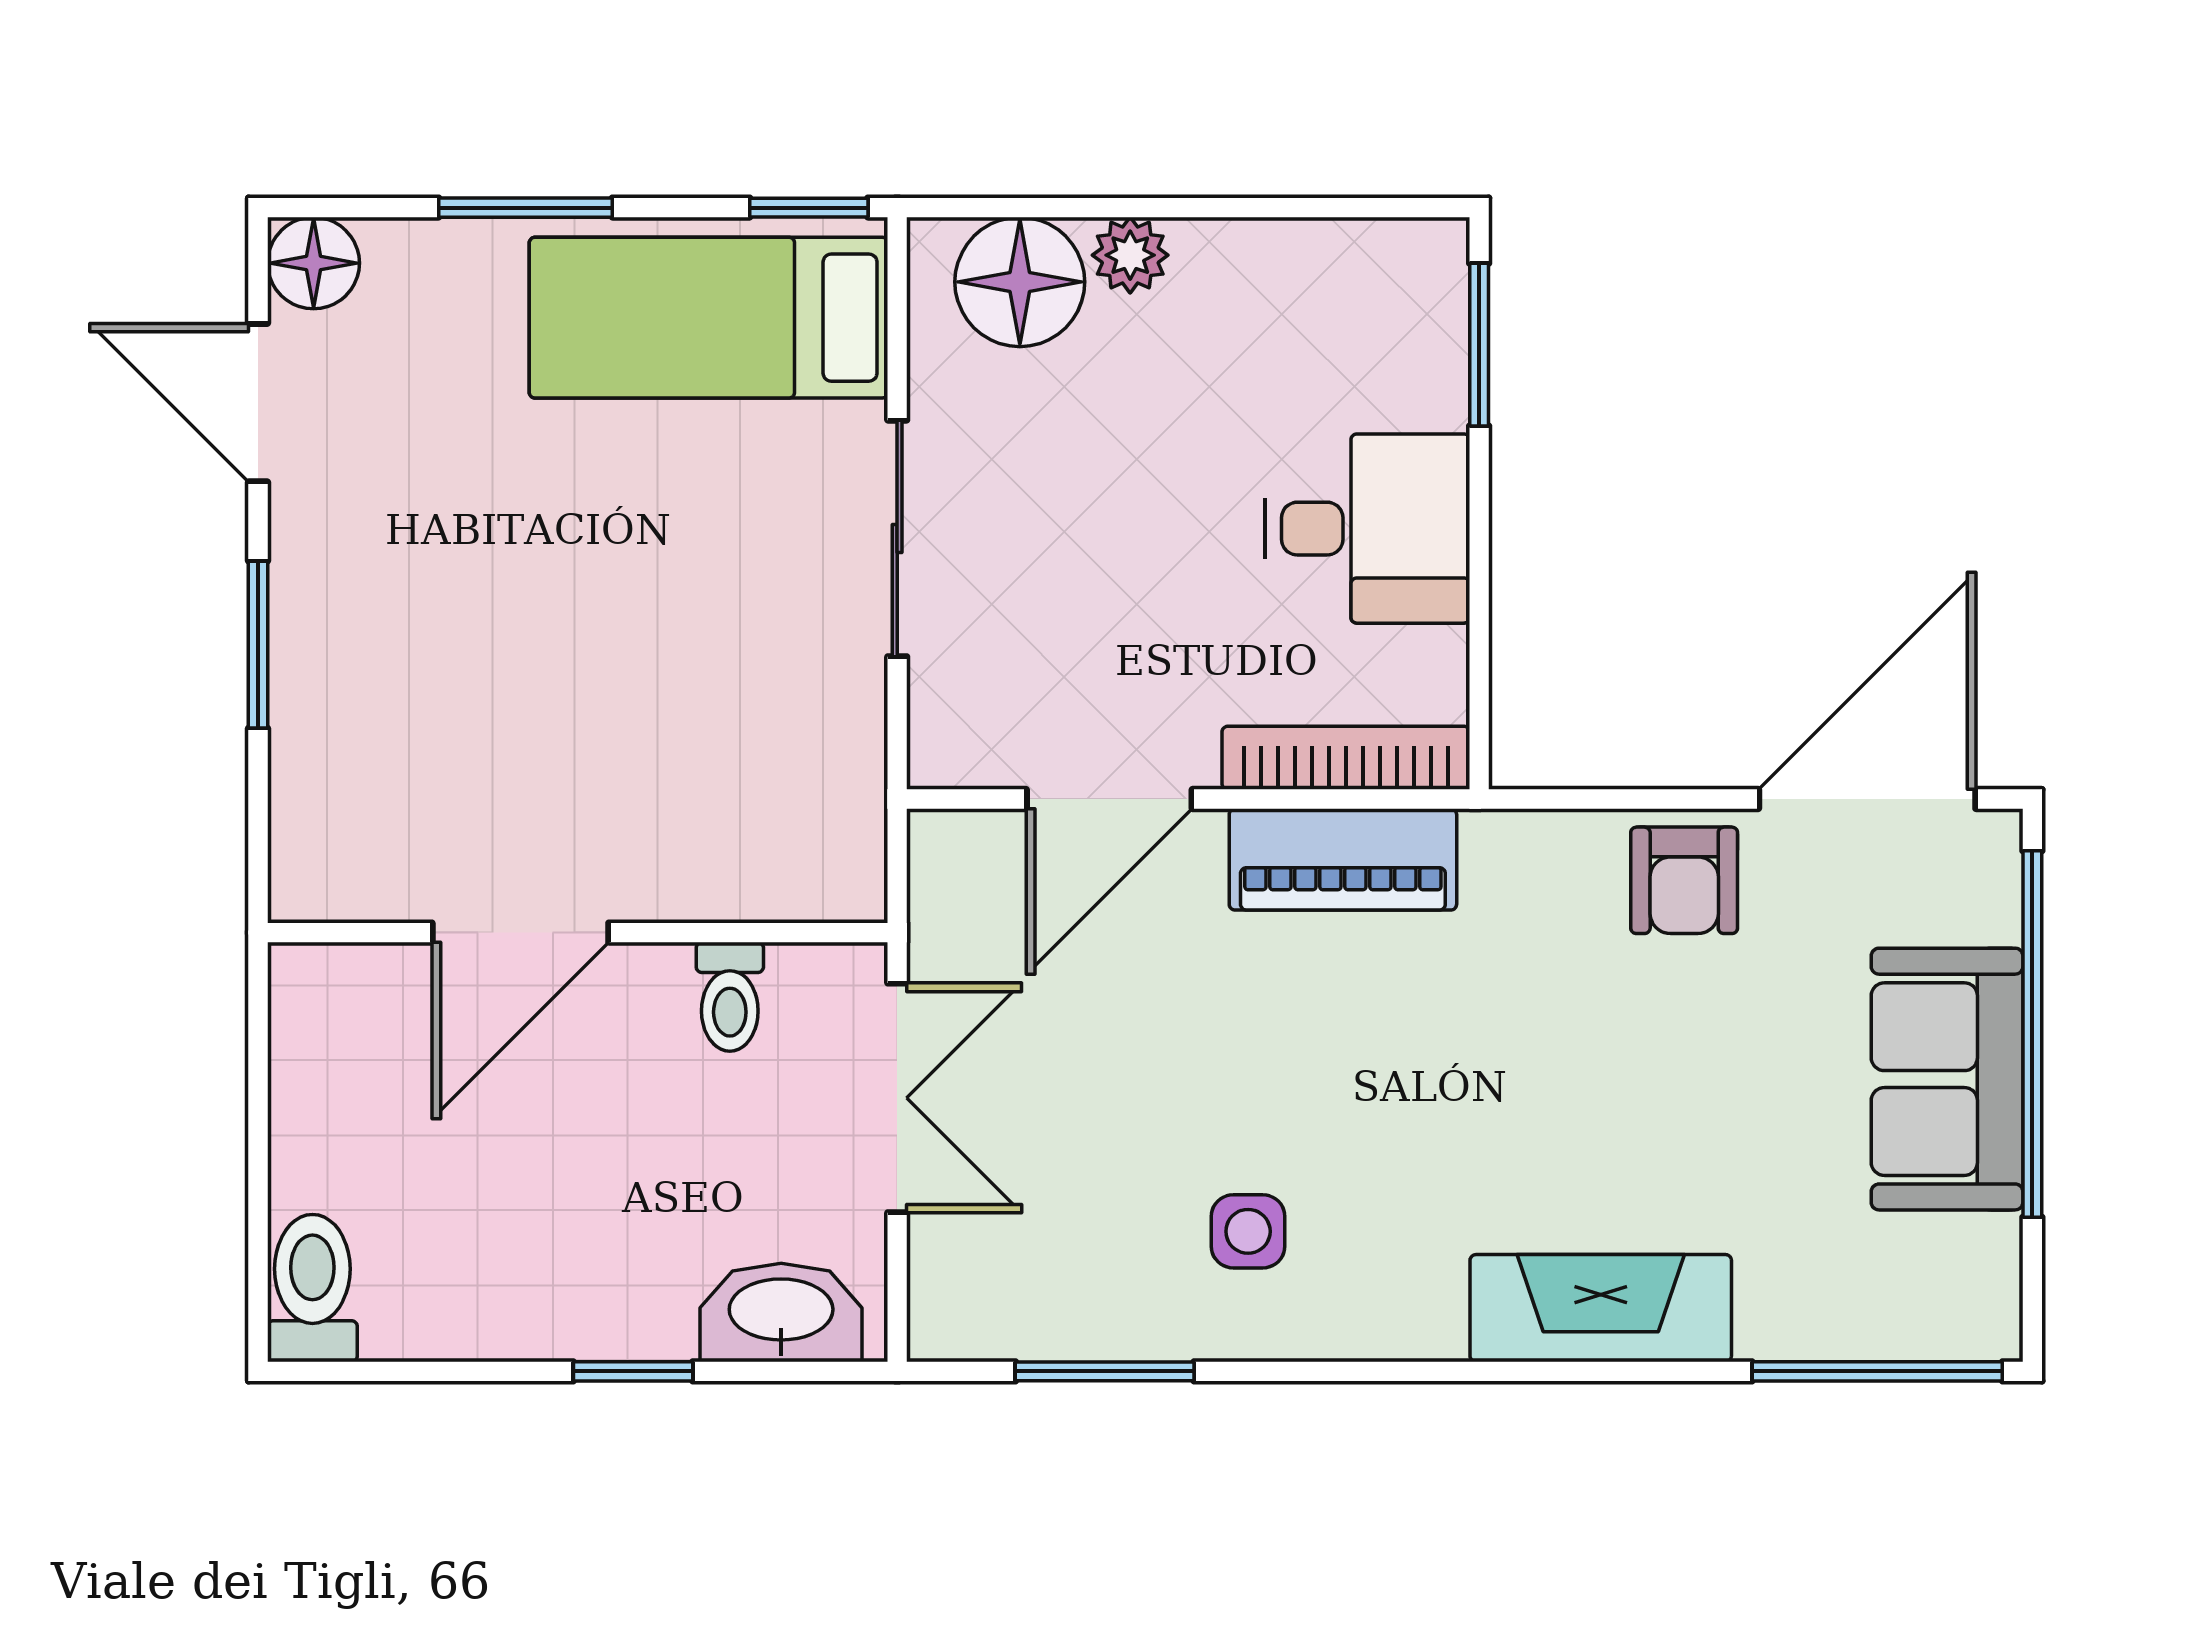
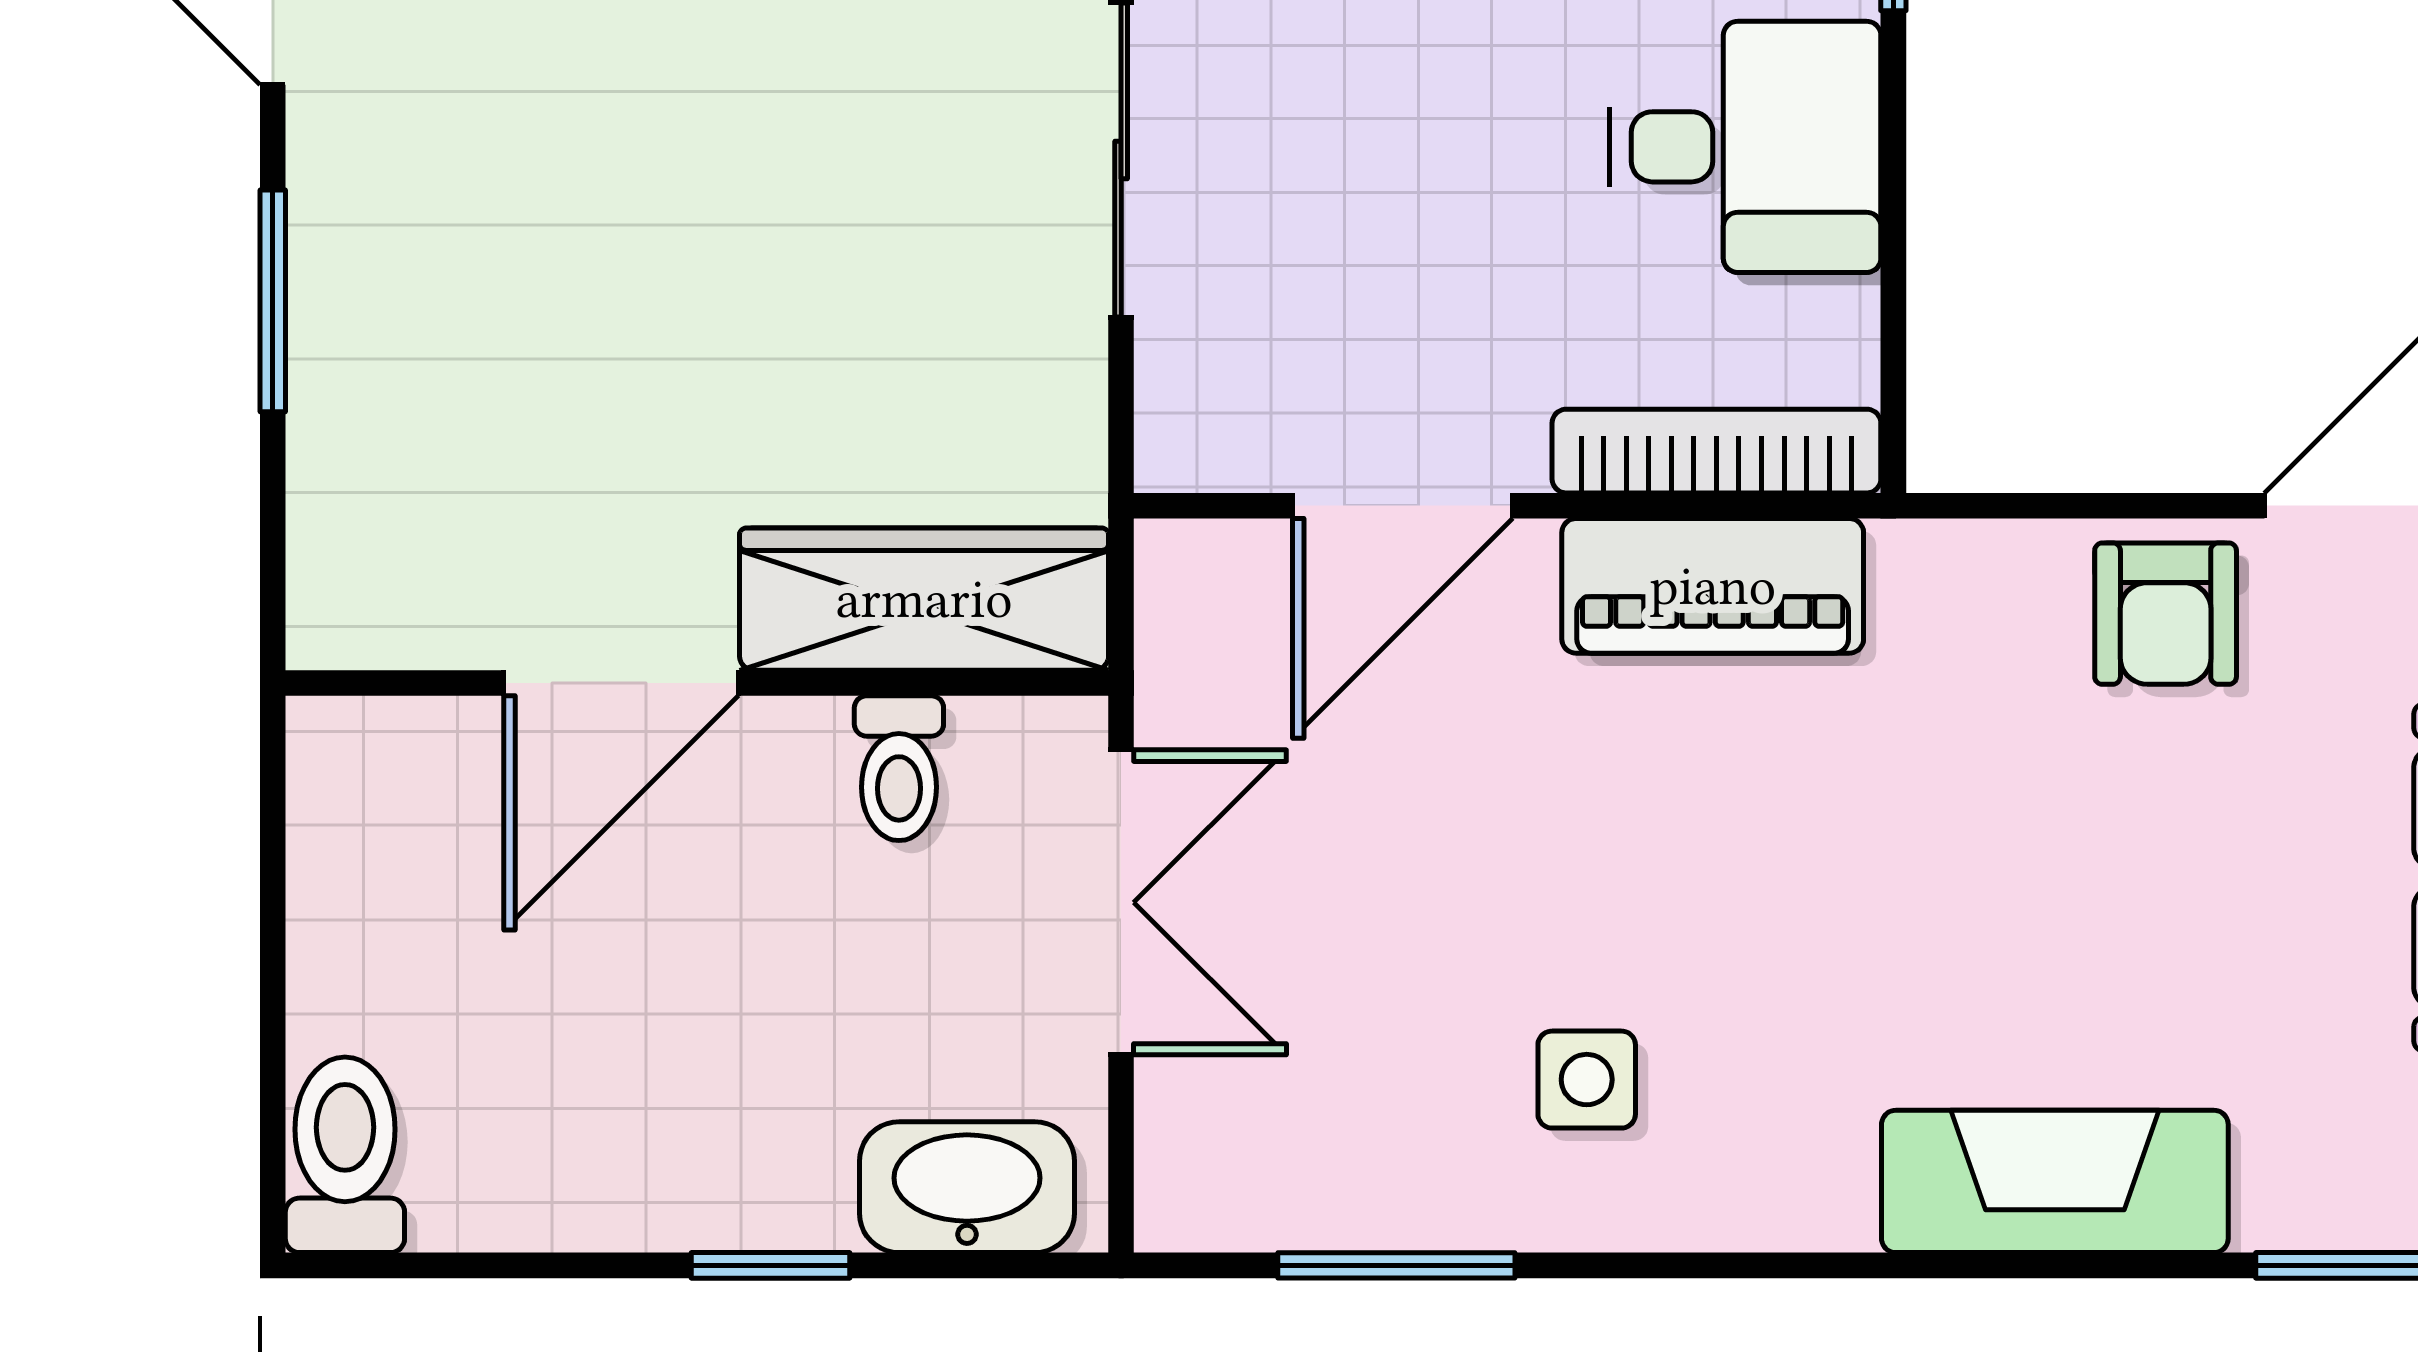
wardrobe: (749, 869) -> (924, 599), added

